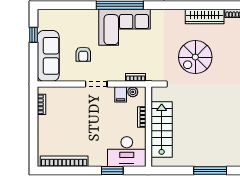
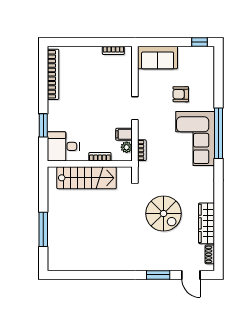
window: (34, 35) -> (200, 42), moved
armchair: (83, 54) -> (181, 94), moved
sofa: (48, 56) -> (158, 57), width x0.73
spiral stairs: (195, 57) -> (164, 214), turned 180
desk: (127, 152) -> (63, 146), width x0.73

